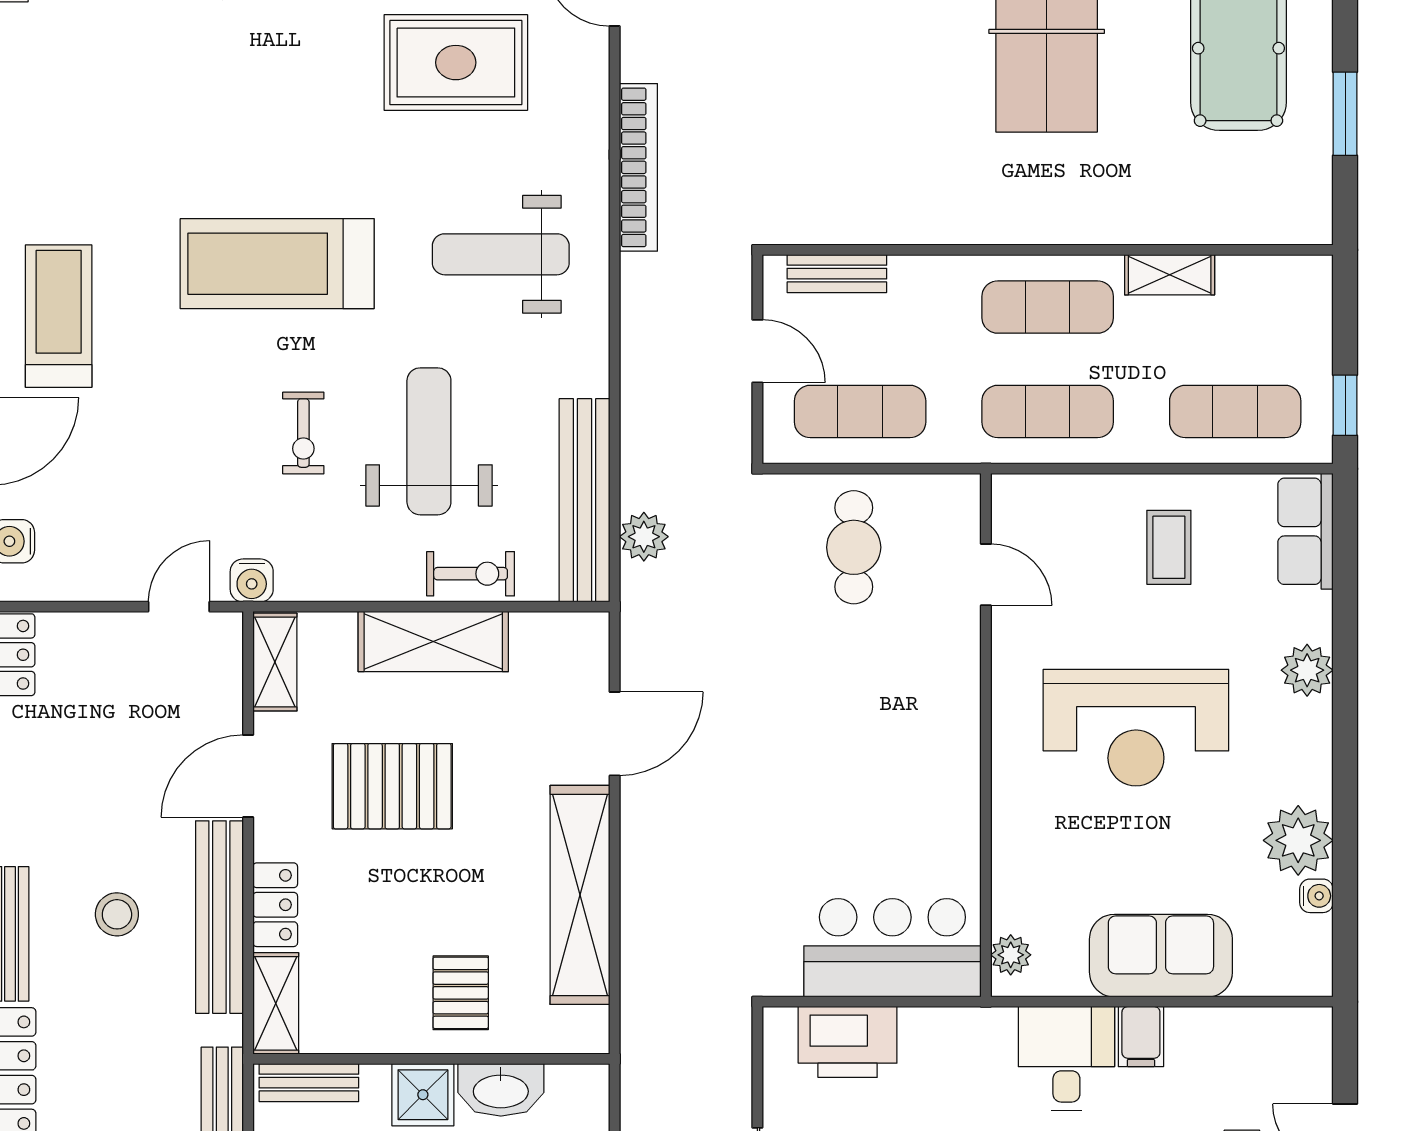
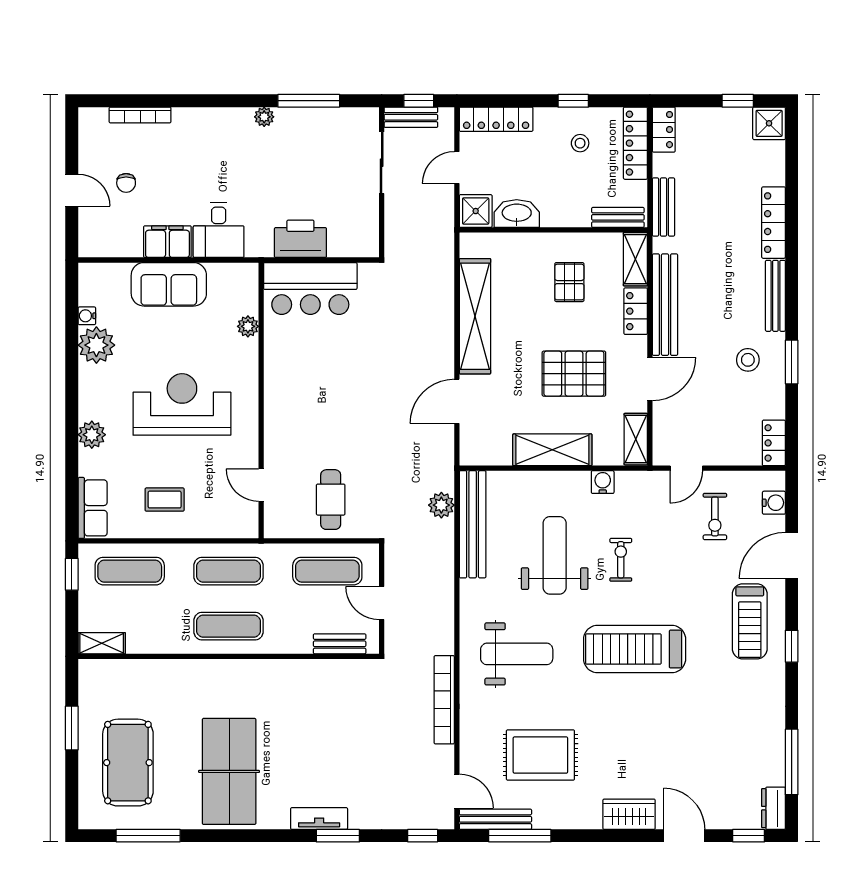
treadmill: (277, 264) -> (635, 649), turned 180
shelving: (1170, 275) -> (102, 643), moved
weight bench: (429, 441) -> (555, 555), turned 180
coffee table: (1169, 547) -> (165, 500), turned 90
exercise bike: (471, 574) -> (715, 516), moved, turned -90
water cooler: (252, 580) -> (603, 482), moved
stool: (117, 914) -> (748, 360), moved
plant: (1011, 955) -> (248, 326), moved
pallet: (461, 993) -> (569, 282), moved
filing cabinet: (1141, 1037) -> (167, 242), width x2.00
printer: (848, 1042) -> (300, 239), moved
shower: (423, 1095) -> (476, 211), moved

